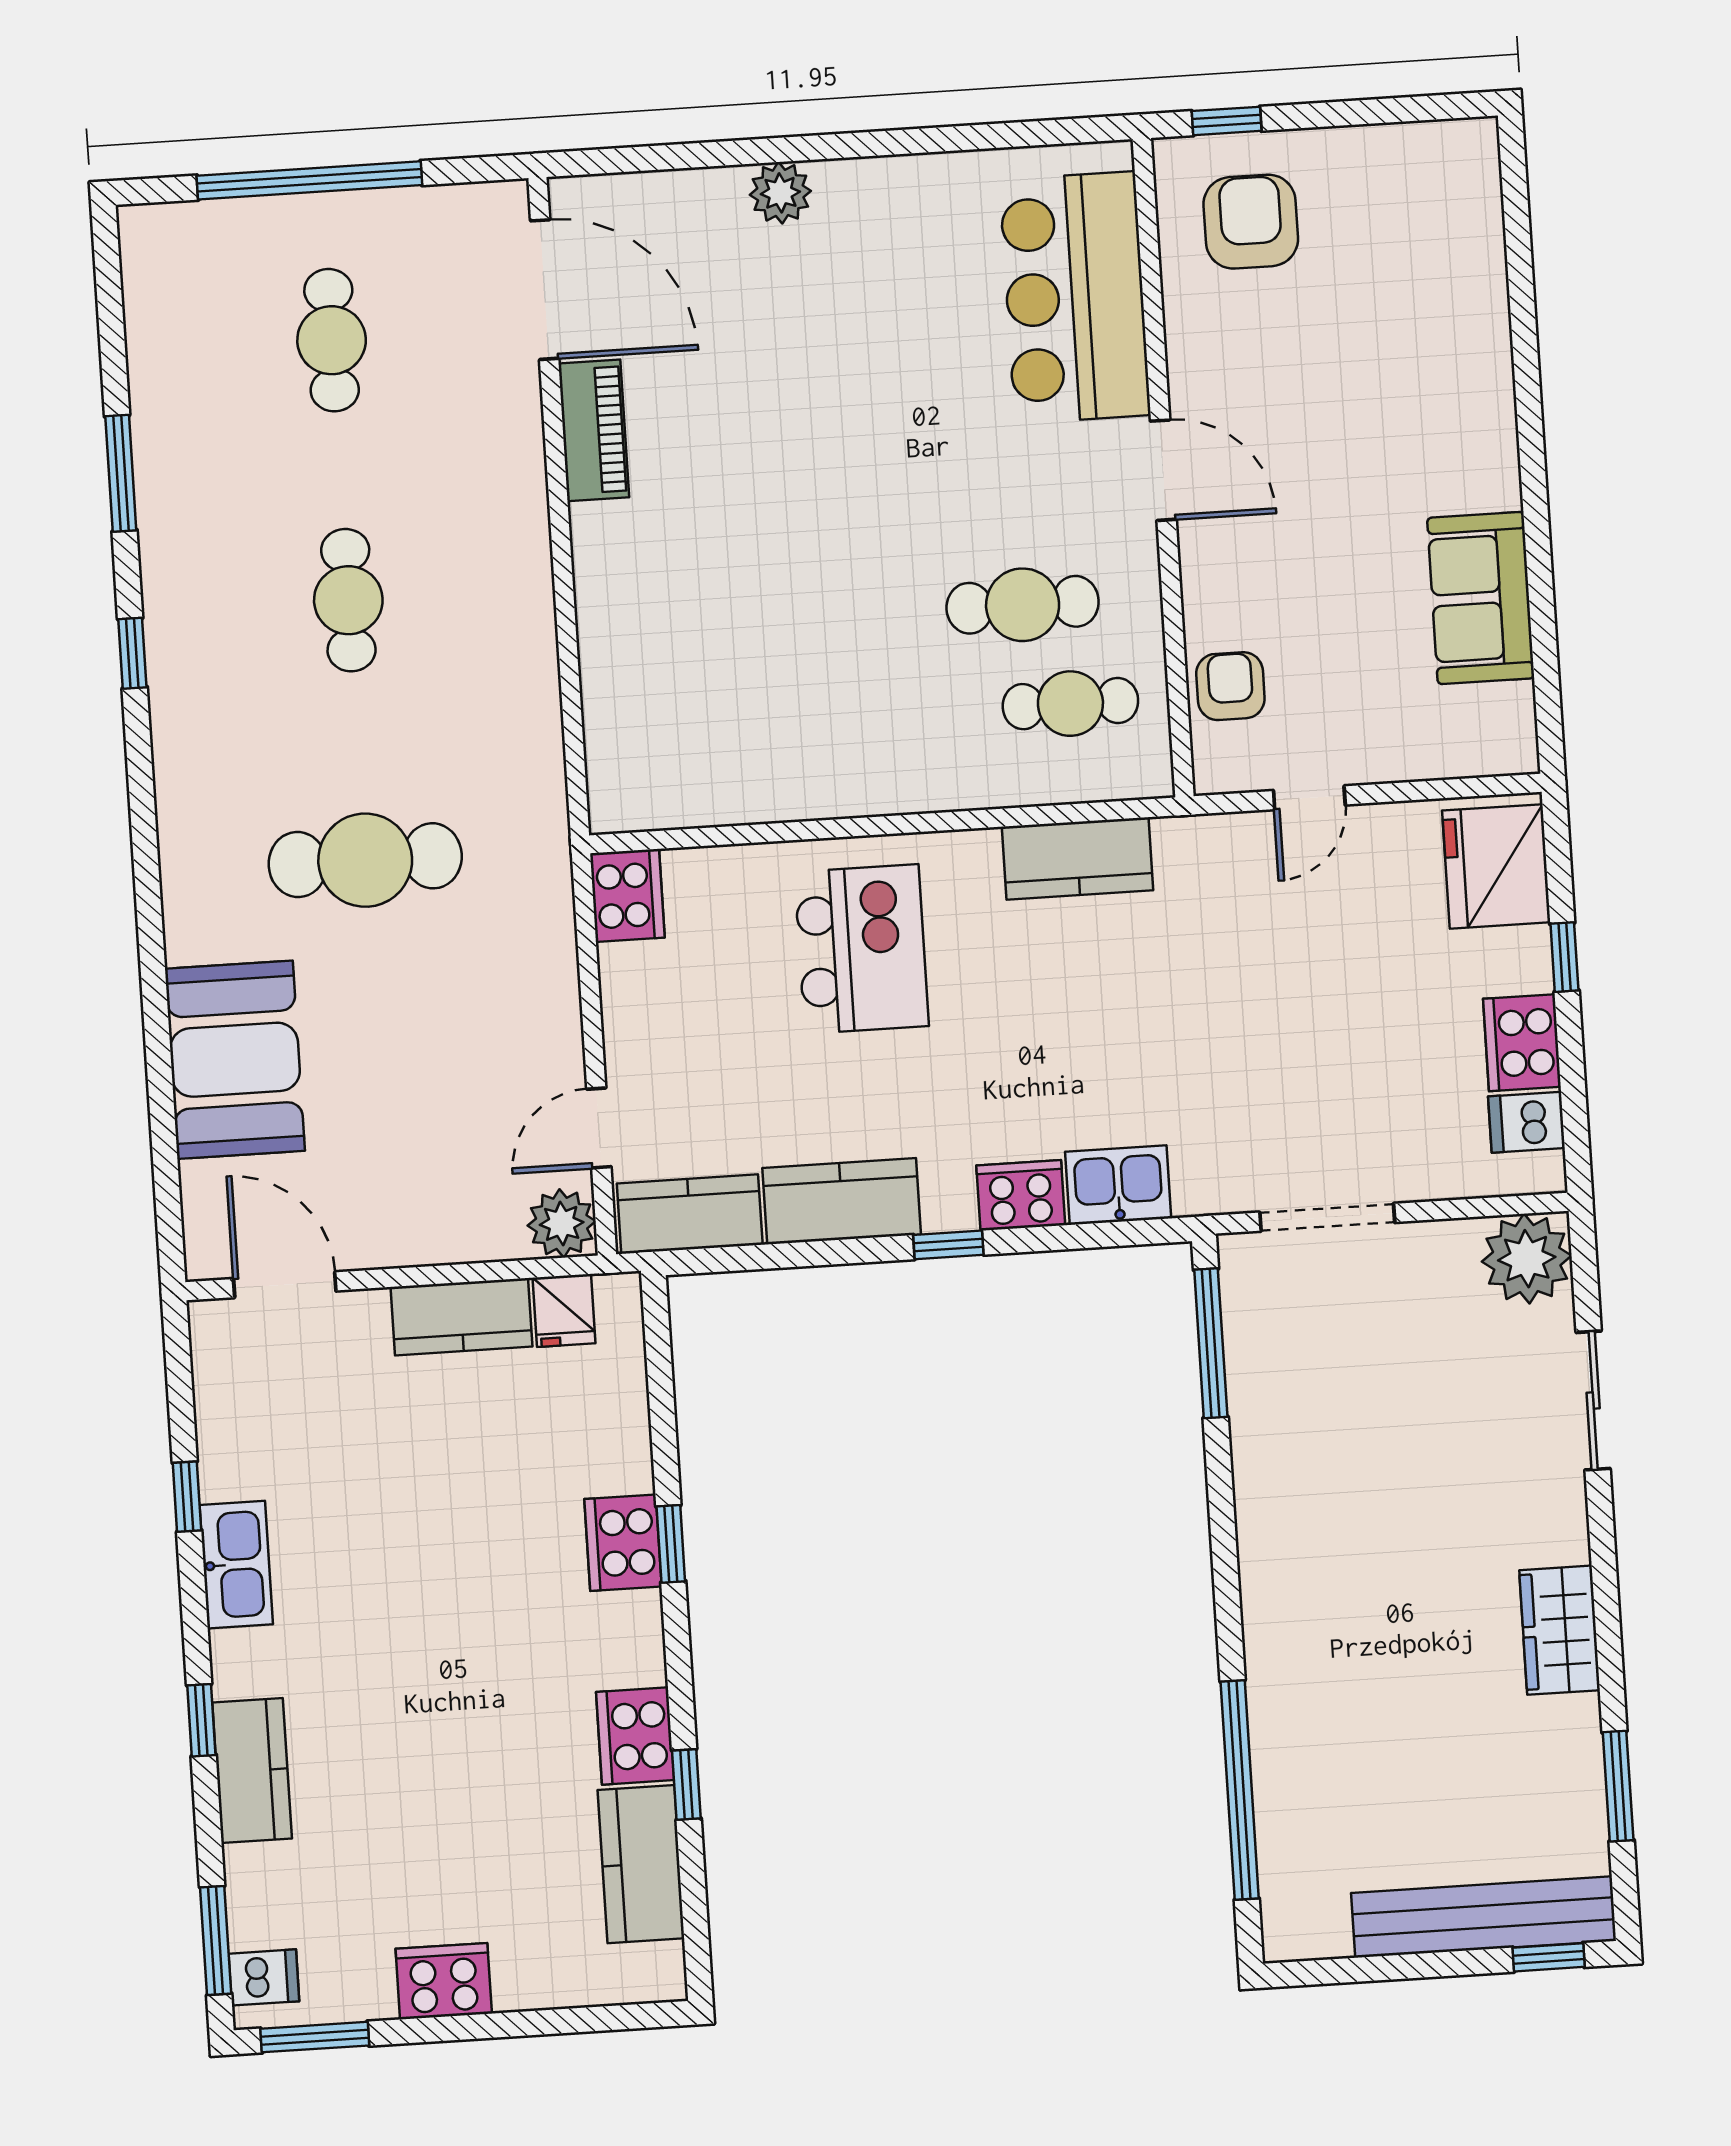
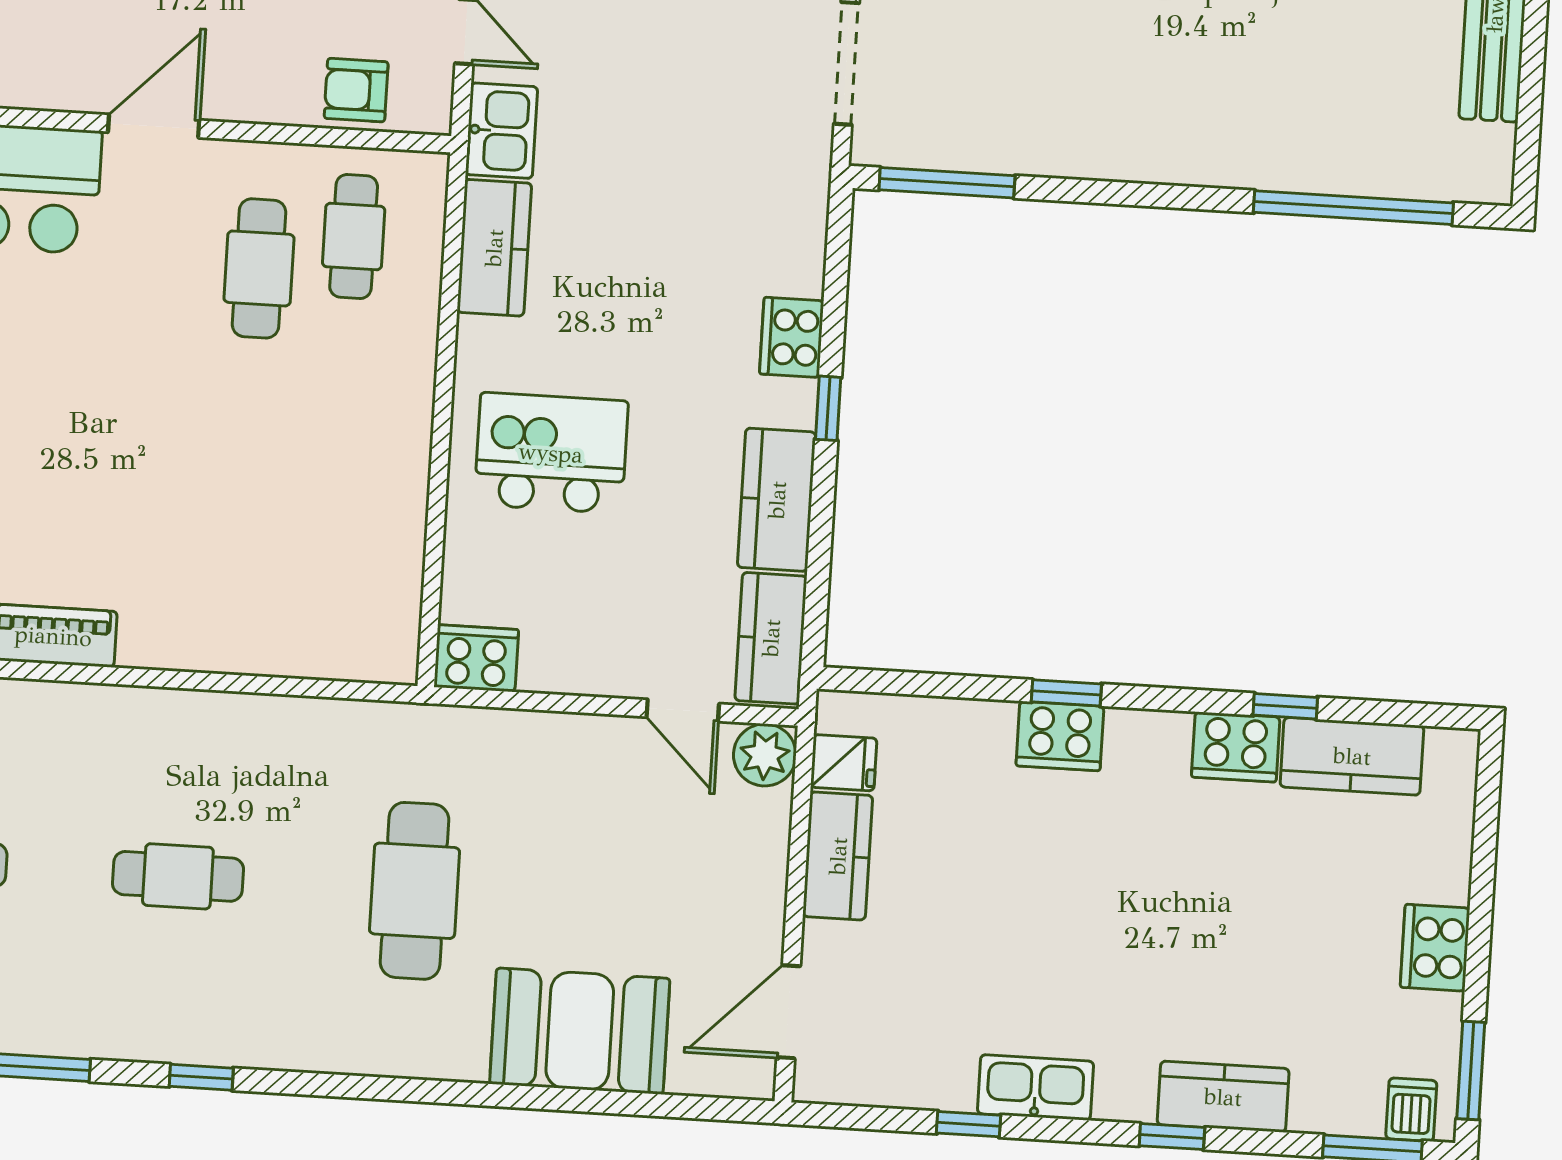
kitchen sink: (1118, 1185) -> (501, 131), moved, turned 180

